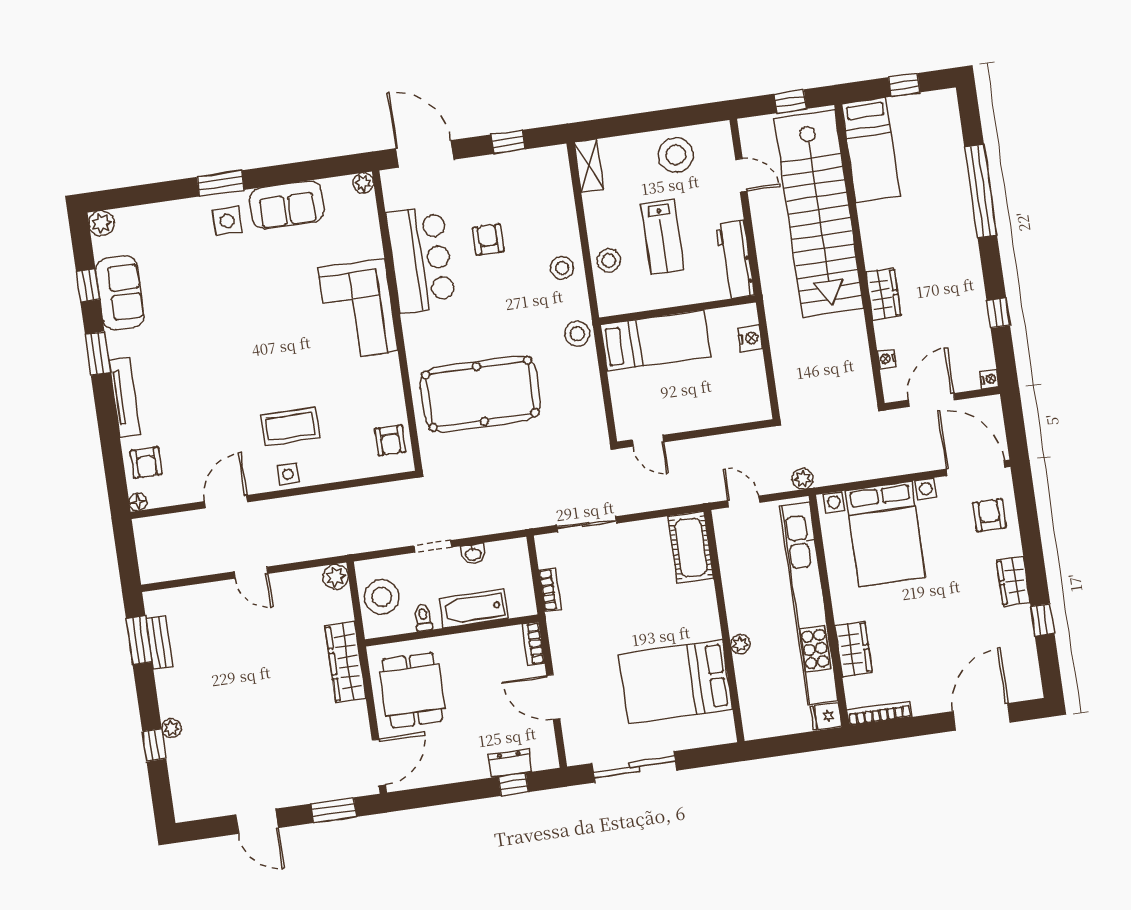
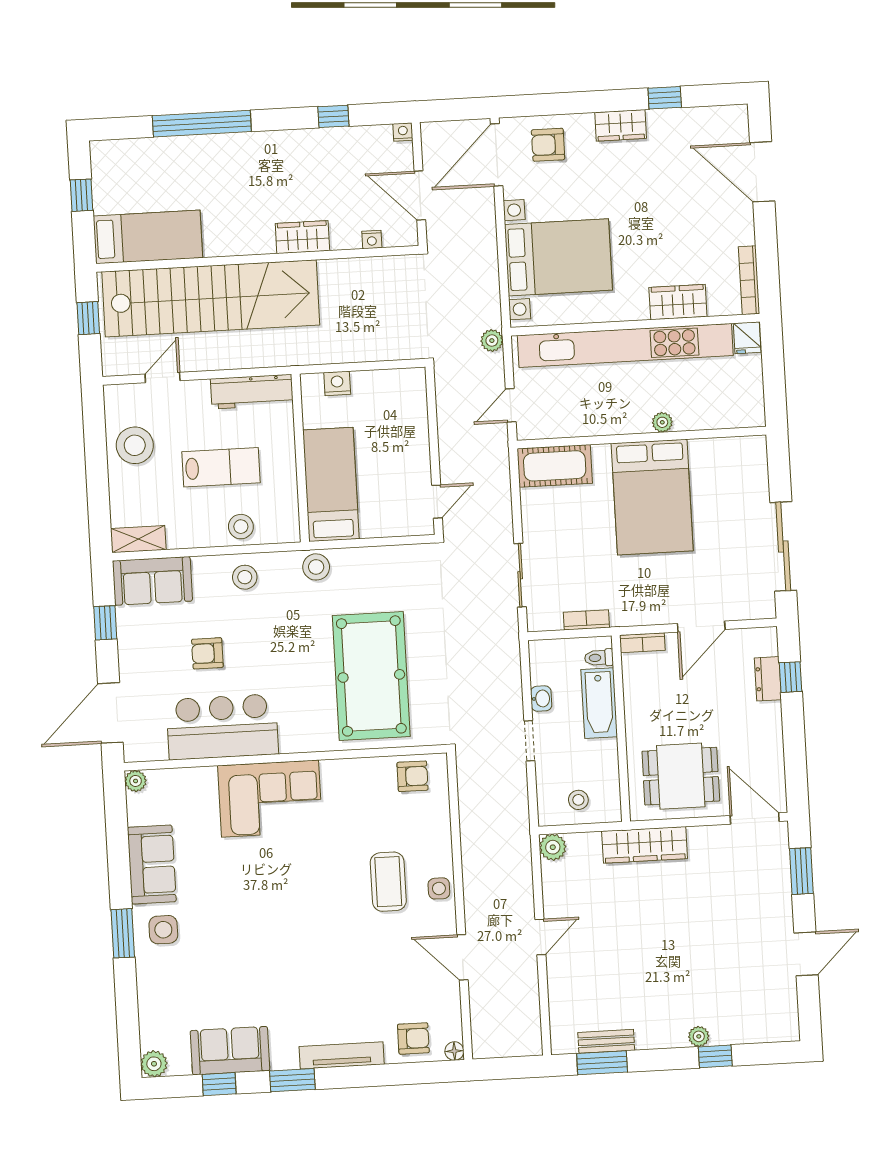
sofa: (551, 182) -> (152, 581), added
stool: (382, 597) -> (578, 800), width x0.53, depth x0.53
toilet: (423, 618) -> (599, 658), moved
bed: (676, 682) -> (652, 497), moved

